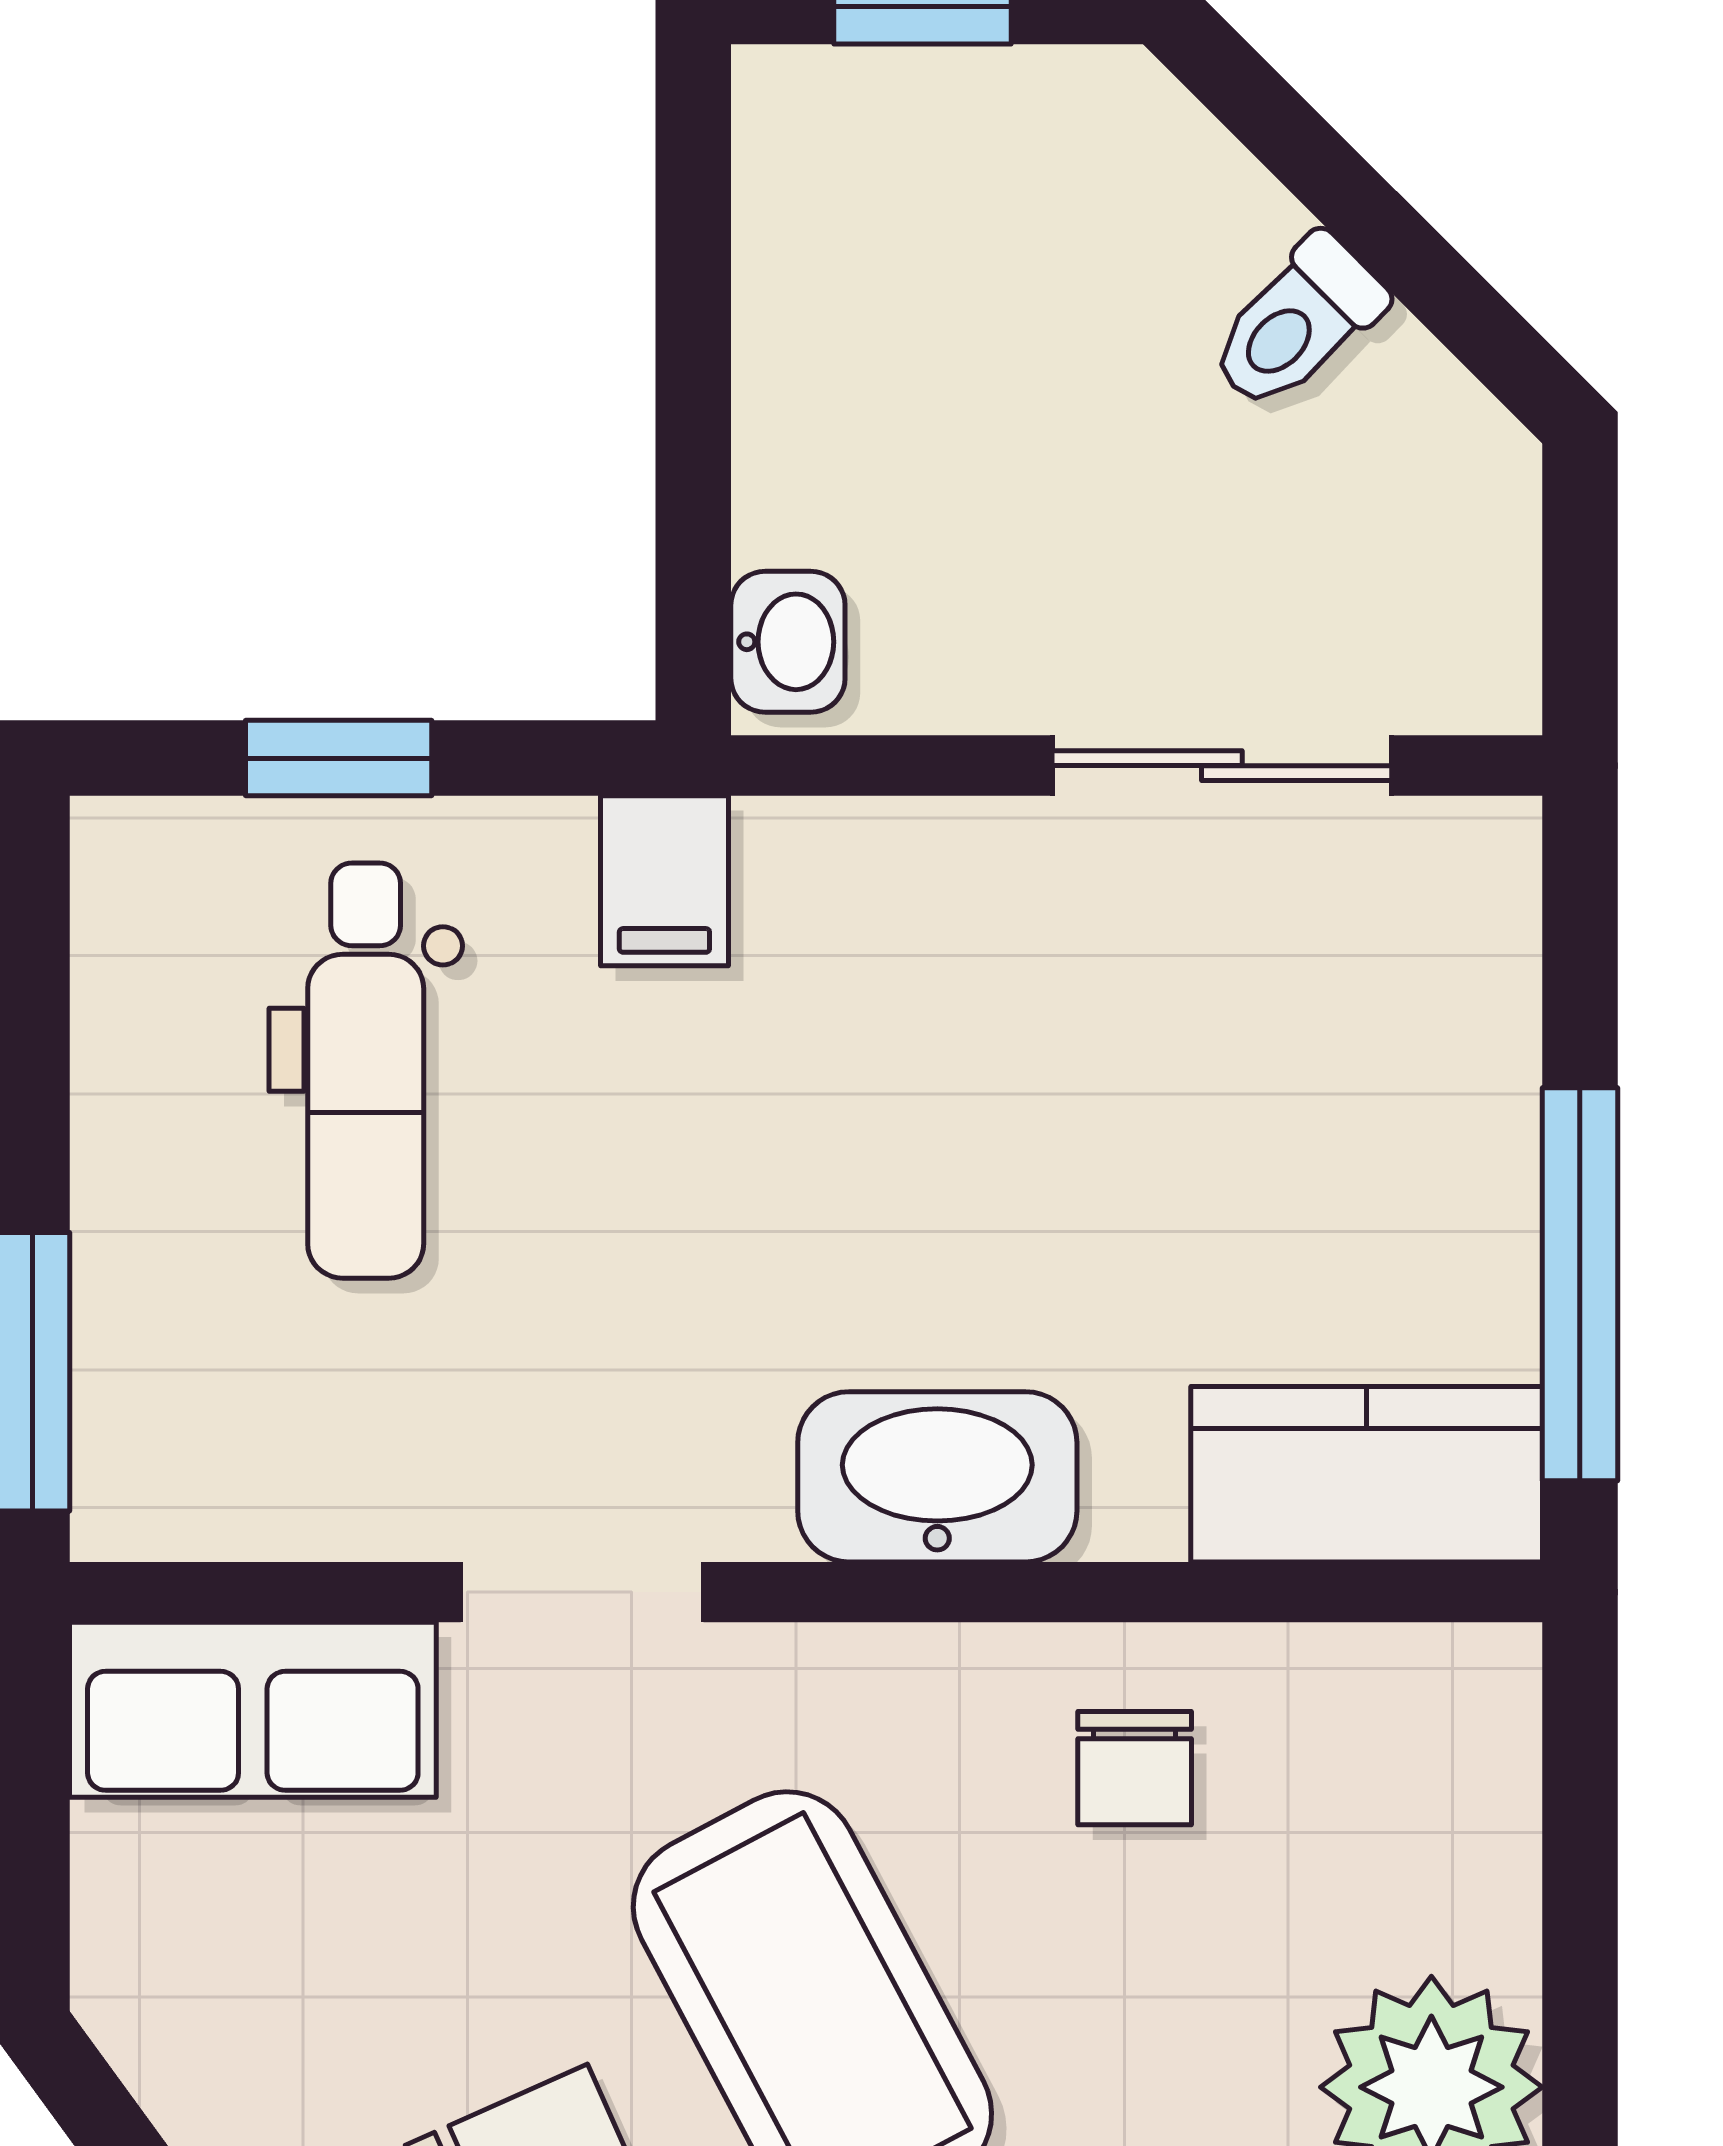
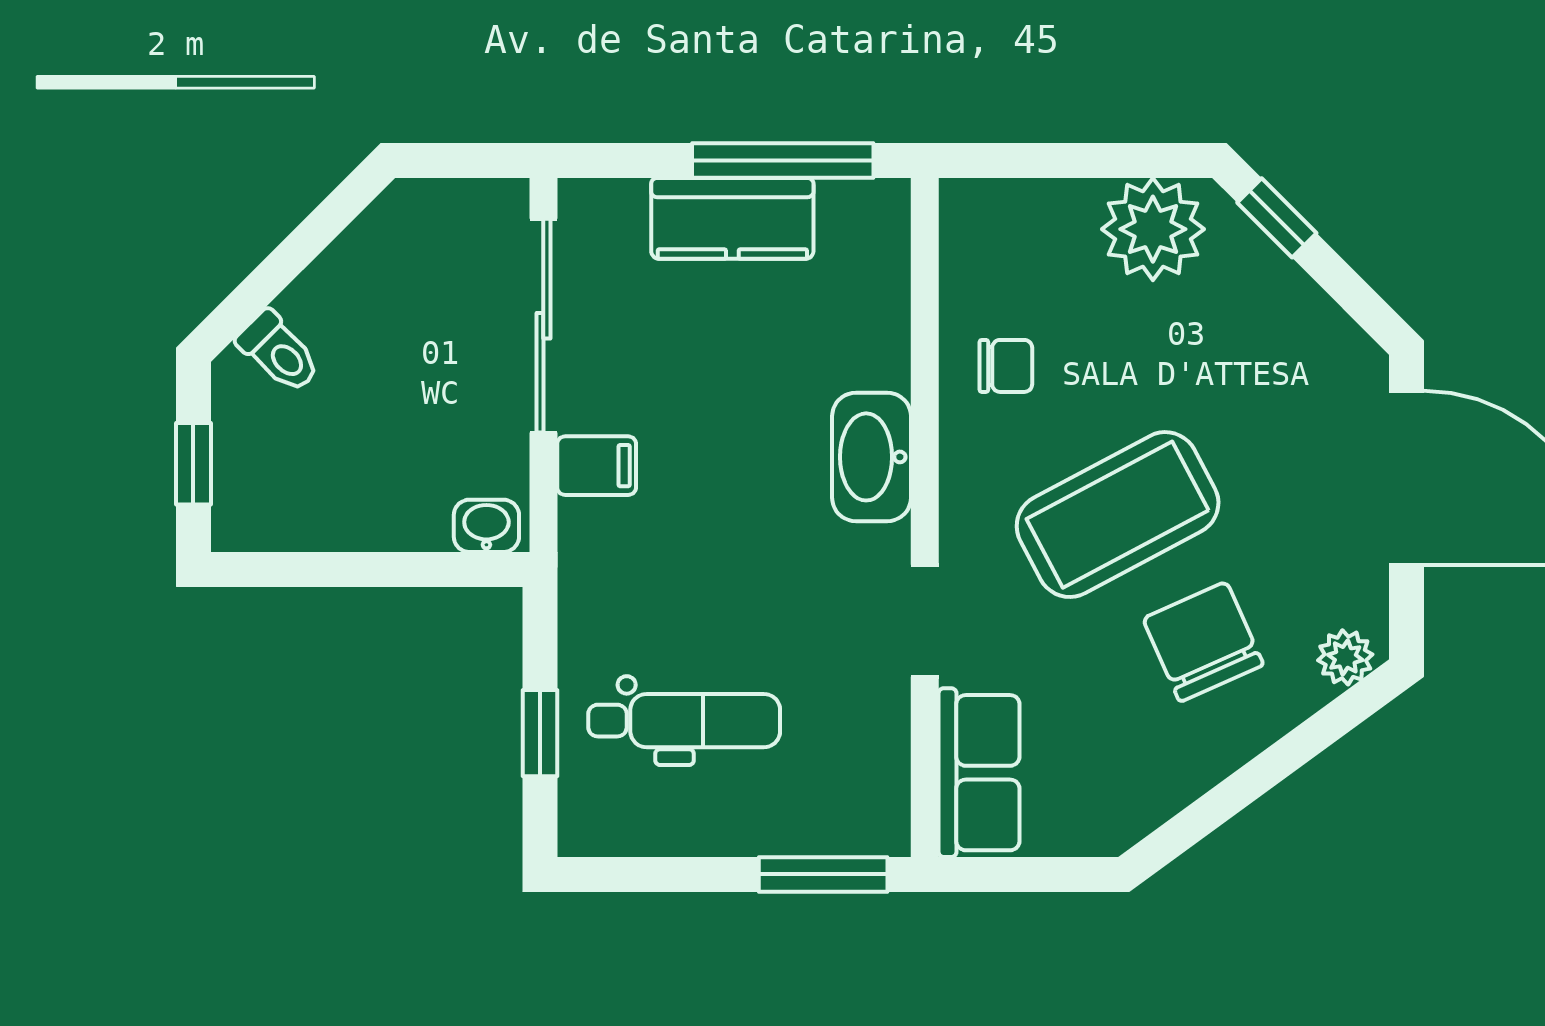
toilet: (1296, 323) -> (279, 352), moved
sliding door: (1222, 766) -> (543, 326), width x1.37
filing cabinet: (664, 881) -> (597, 466), moved
kitchen counter: (1367, 1474) -> (732, 218), moved, turned -90

